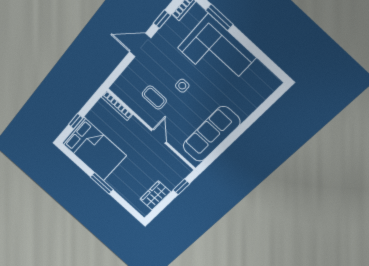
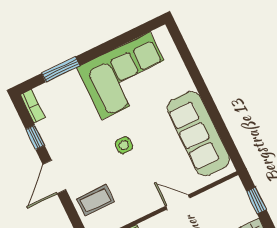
corner sofa: (216, 53) -> (126, 76), moved
coffee table: (154, 98) -> (95, 200), moved

